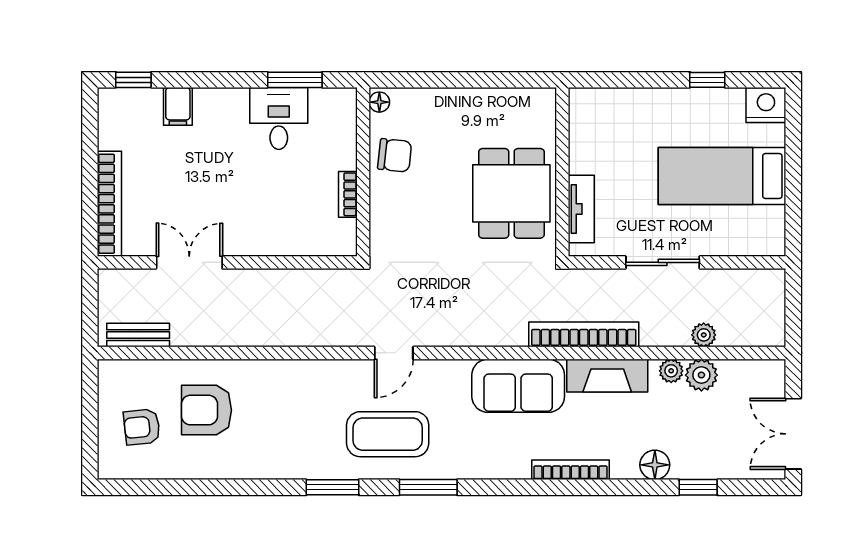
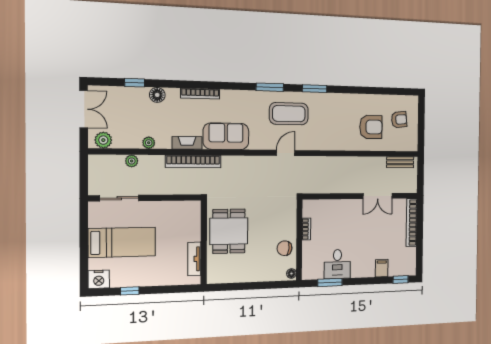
tv unit: (581, 209) -> (194, 259), moved
sliding door: (663, 262) -> (119, 198), moved
plant: (701, 375) -> (103, 140), moved
fireplace: (607, 376) -> (187, 143), width x0.73, depth x0.76

